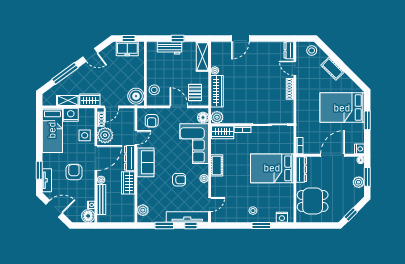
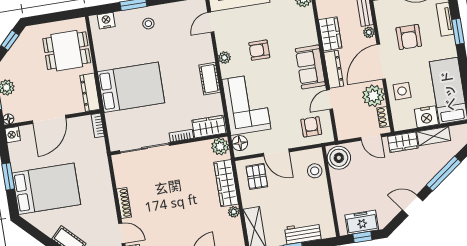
door: (111, 107) -> (371, 137), swing flipped

